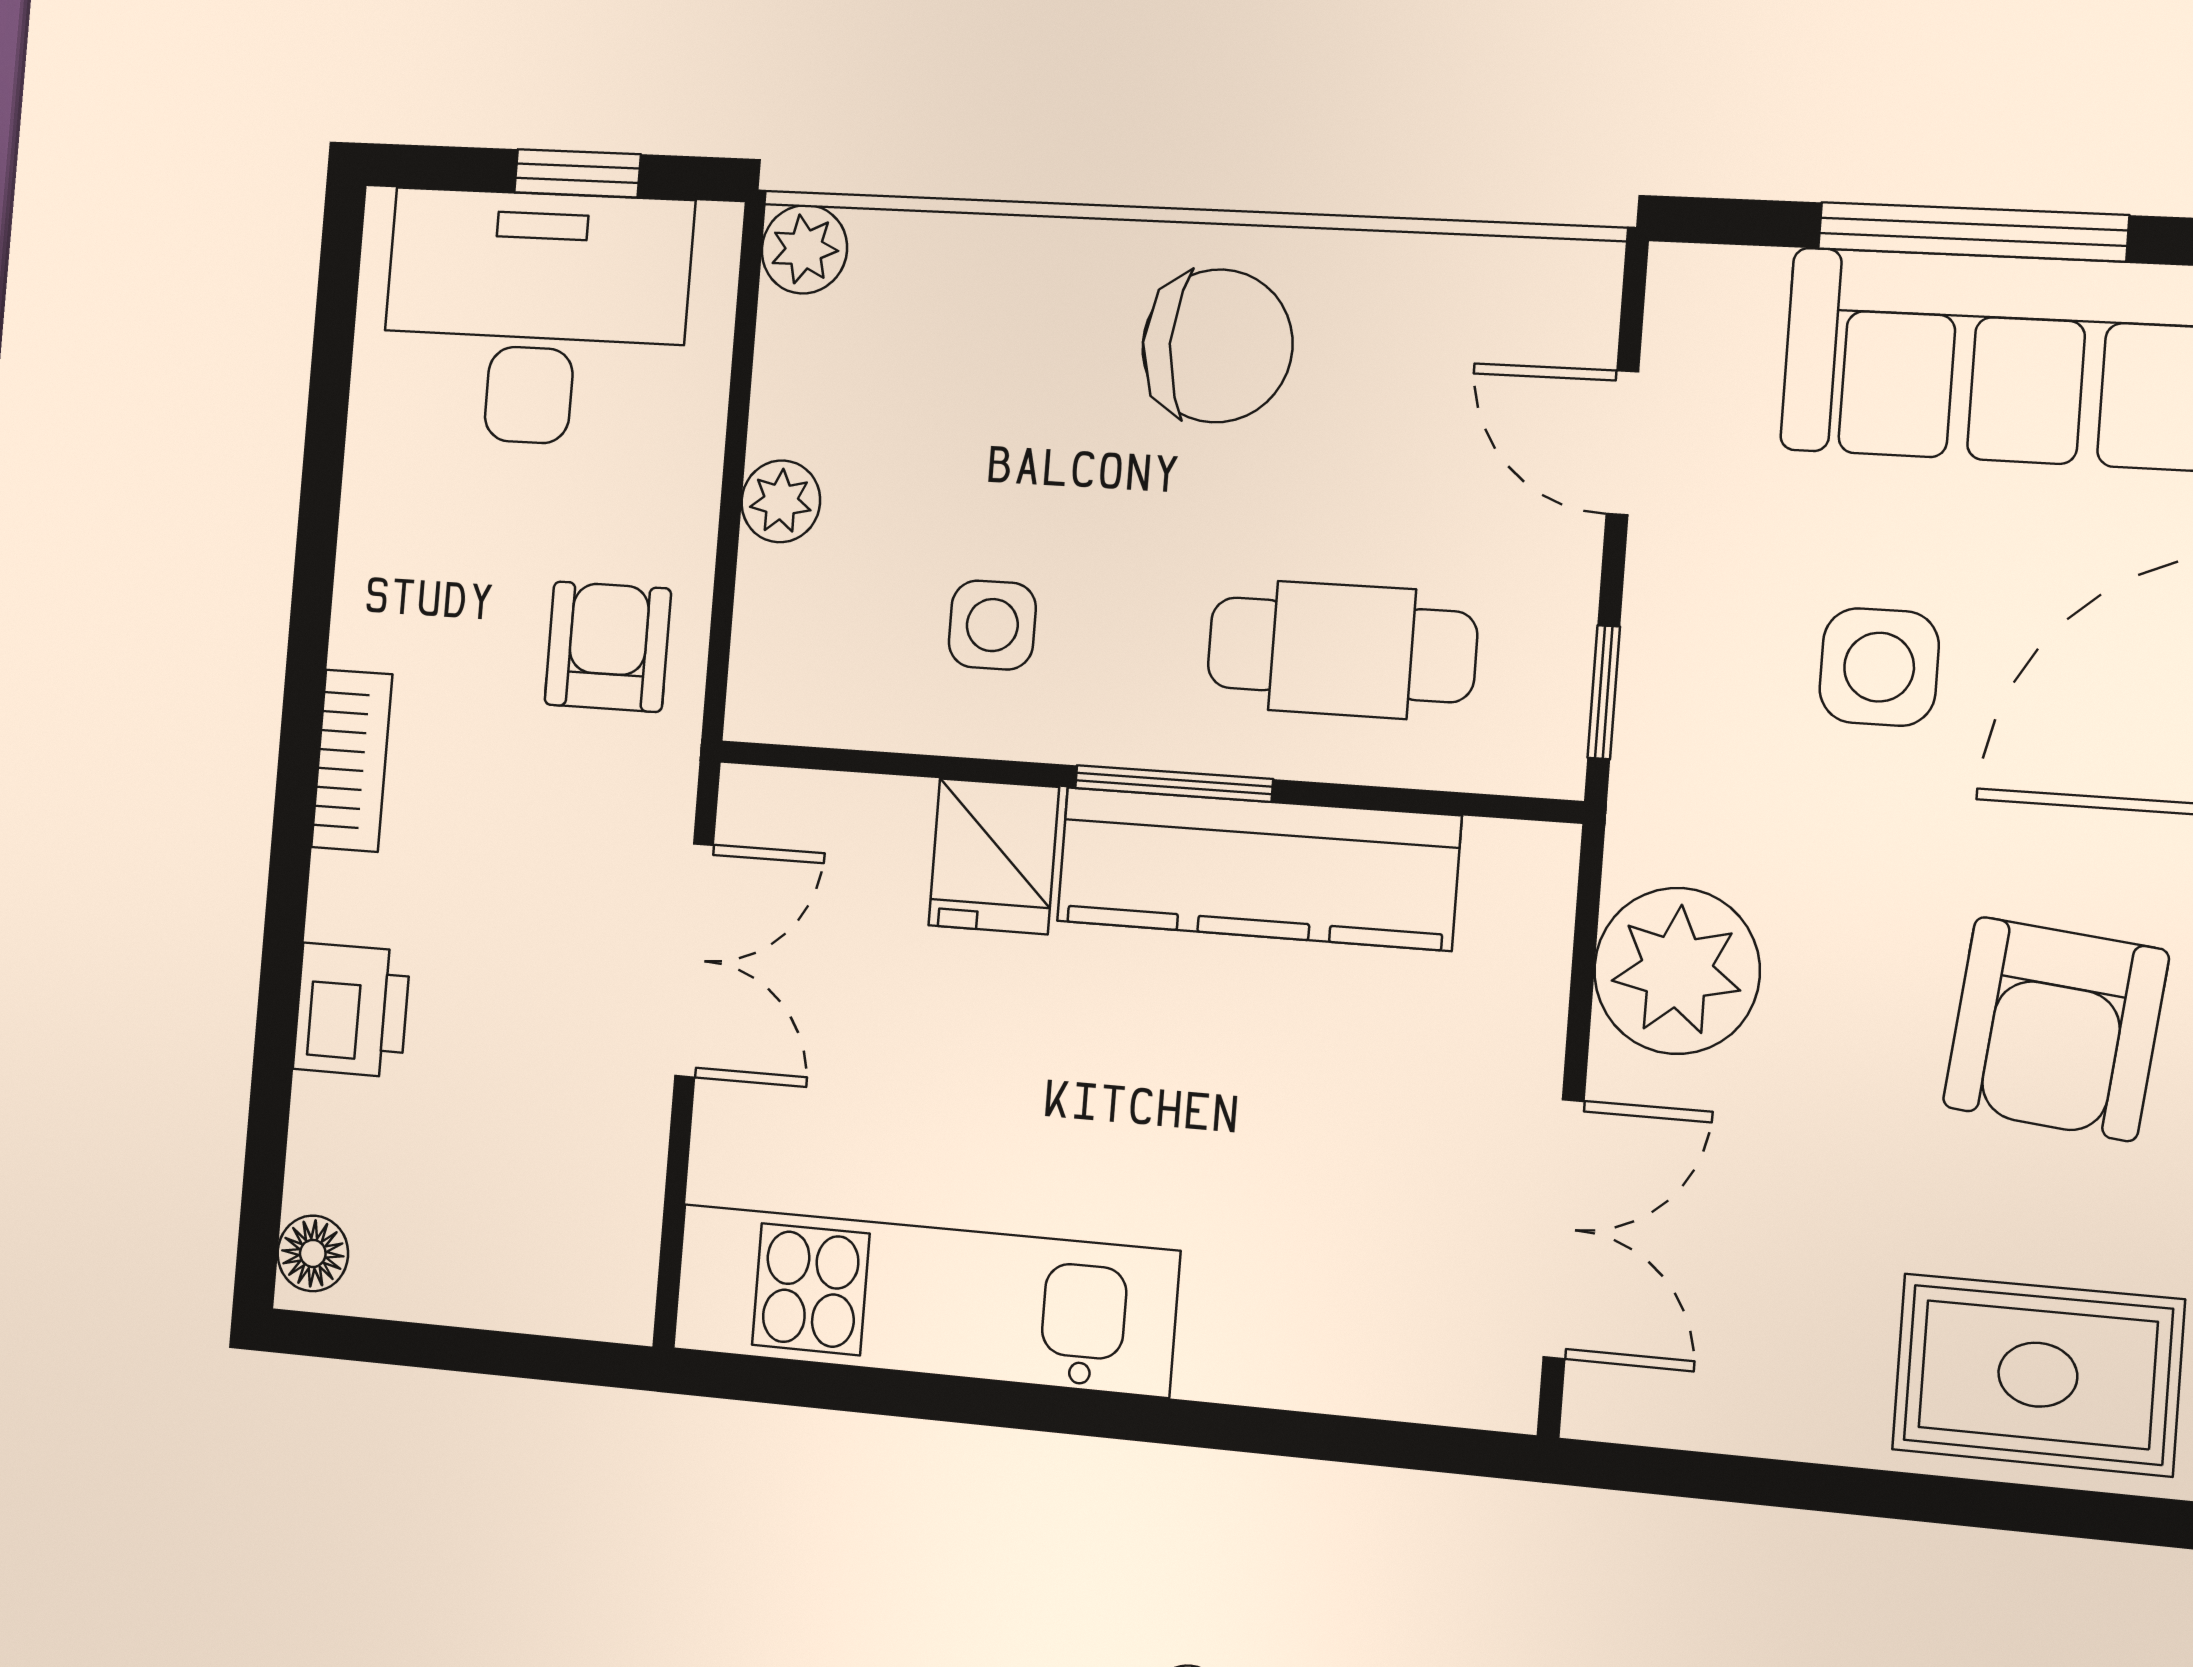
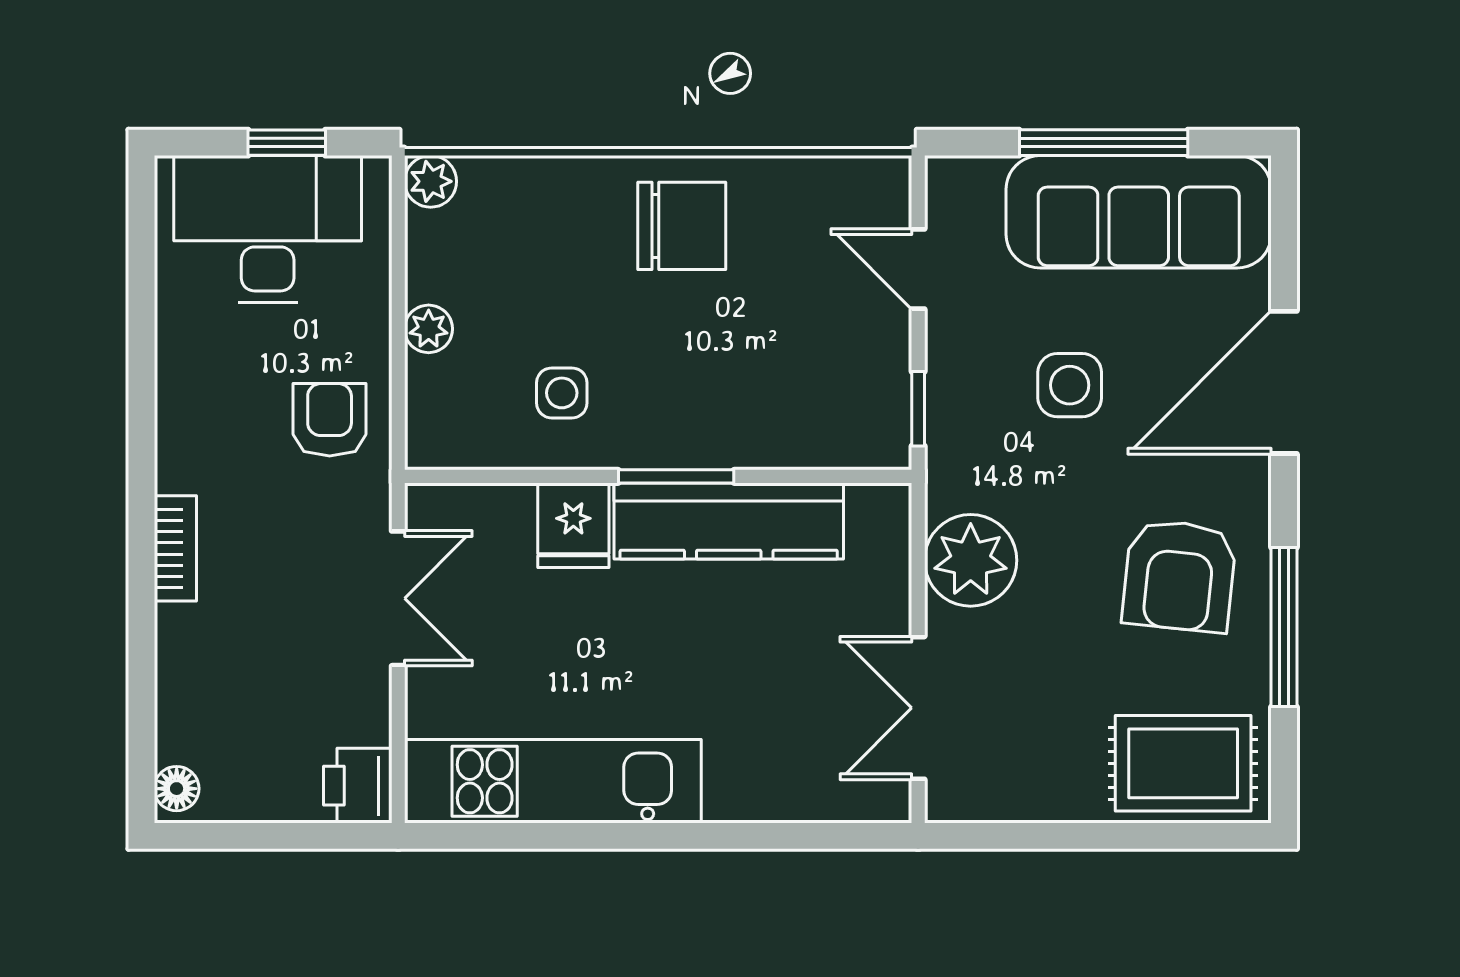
cafe table: (1342, 650) -> (768, 394), removed
bookcase: (352, 761) -> (175, 548), moved
printer: (352, 1010) -> (358, 786), moved, turned 180
double door: (1564, 1229) -> (918, 708), swing flipped

